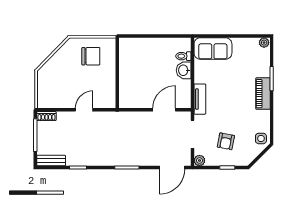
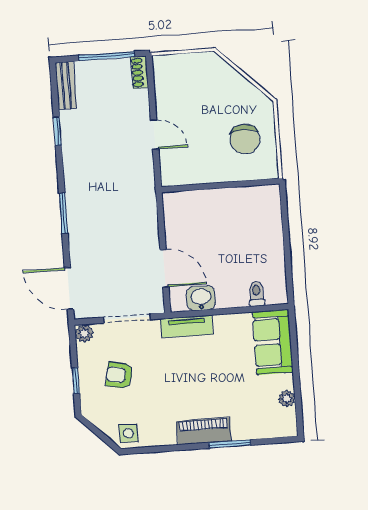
plant: (264, 43) -> (287, 398), moved
washbasin: (184, 70) -> (201, 298), moved

